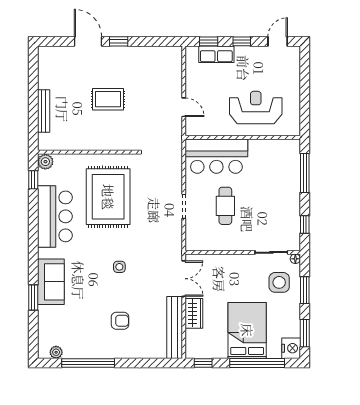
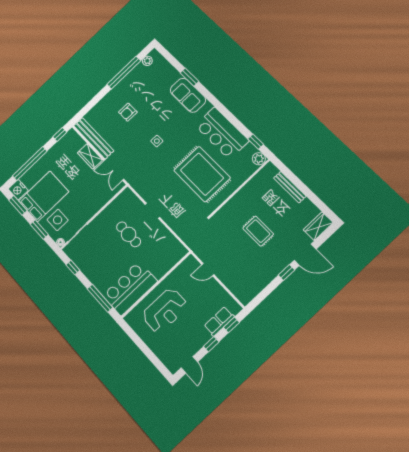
wardrobe: (53, 55) -> (318, 226), added
rug: (108, 99) -> (258, 231), turned 90
bar counter: (216, 156) -> (130, 288), moved
bed: (247, 330) -> (44, 196), moved, turned -90

